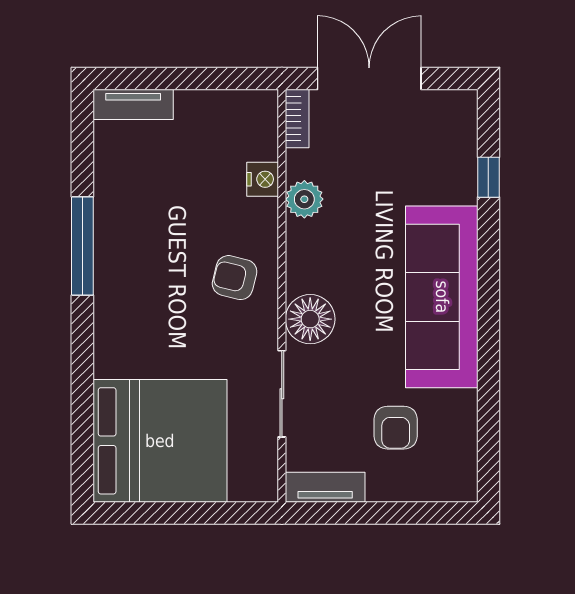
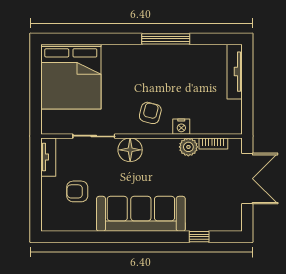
tv unit: (133, 104) -> (235, 72), width x1.41
bookcase: (297, 118) -> (213, 143), moved
nightstand: (263, 179) -> (181, 127), moved

